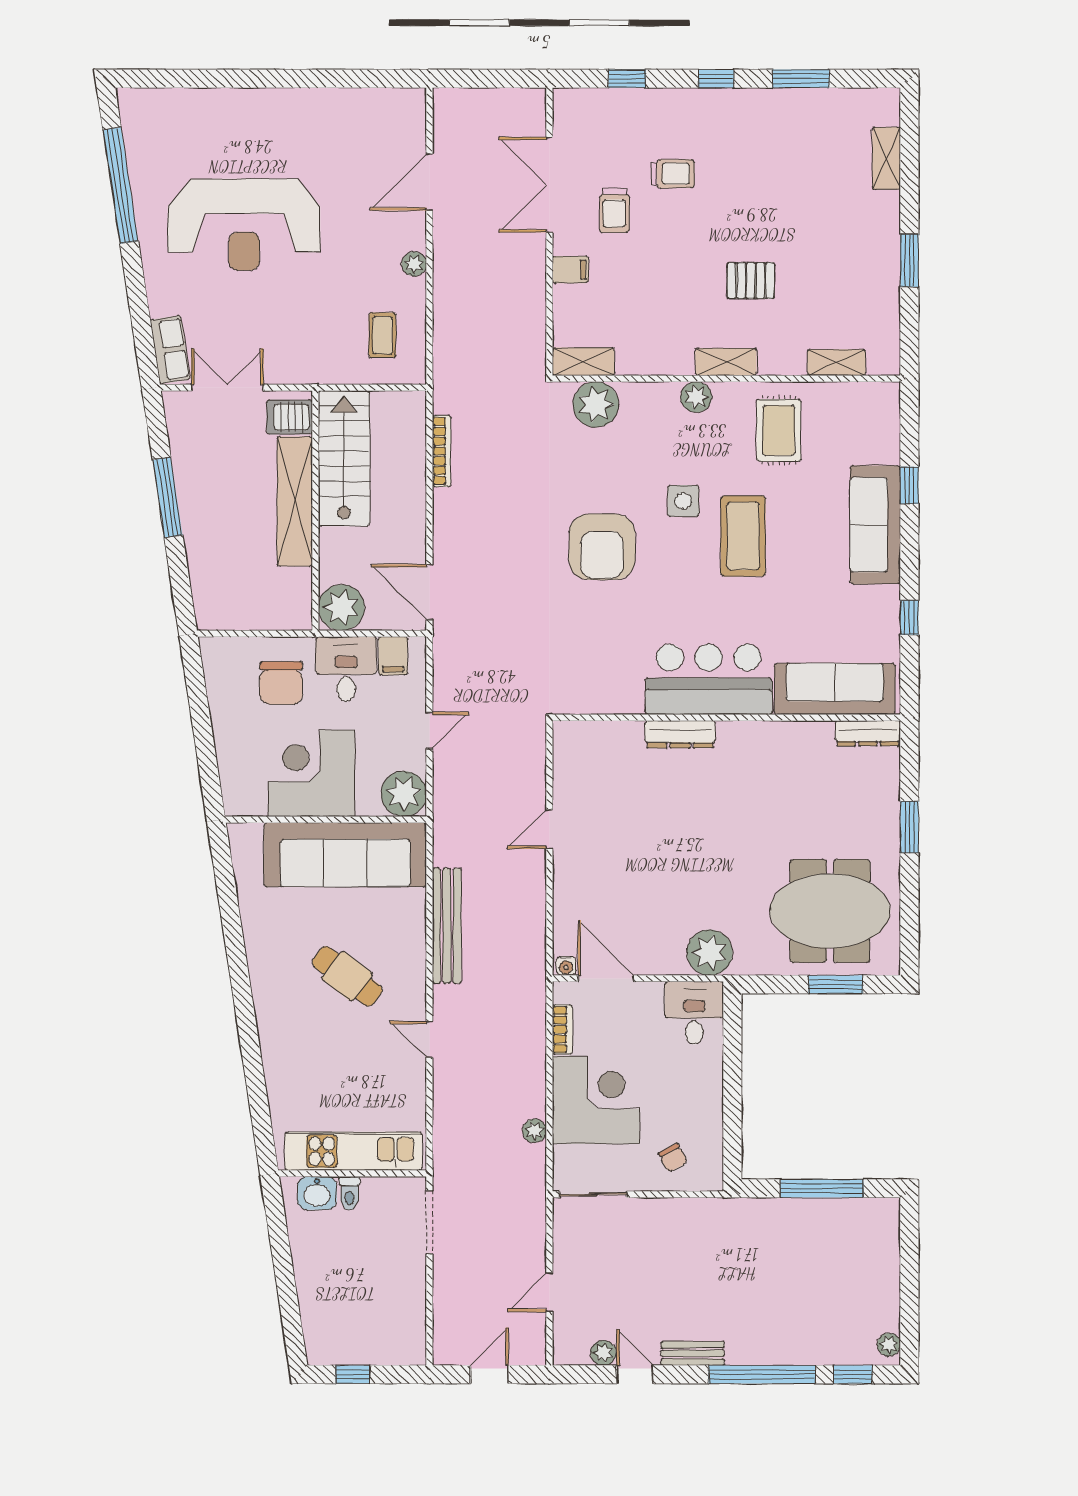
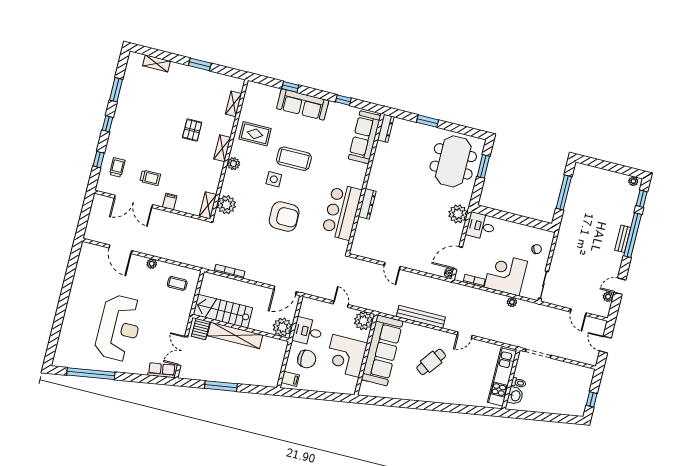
trolley: (673, 174) -> (117, 167), moved
filing cabinet: (393, 656) -> (290, 379), moved
bar counter: (709, 679) -> (342, 212), moved
bench: (693, 1353) -> (623, 239), moved

